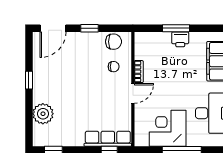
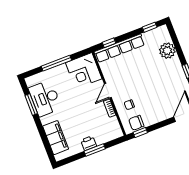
window: (89, 28) -> (140, 132), moved
corner desk: (168, 128) -> (84, 71), moved, turned 90
row of seats: (108, 139) -> (119, 48), width x1.36

